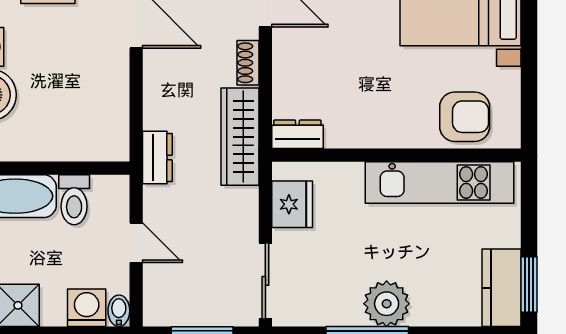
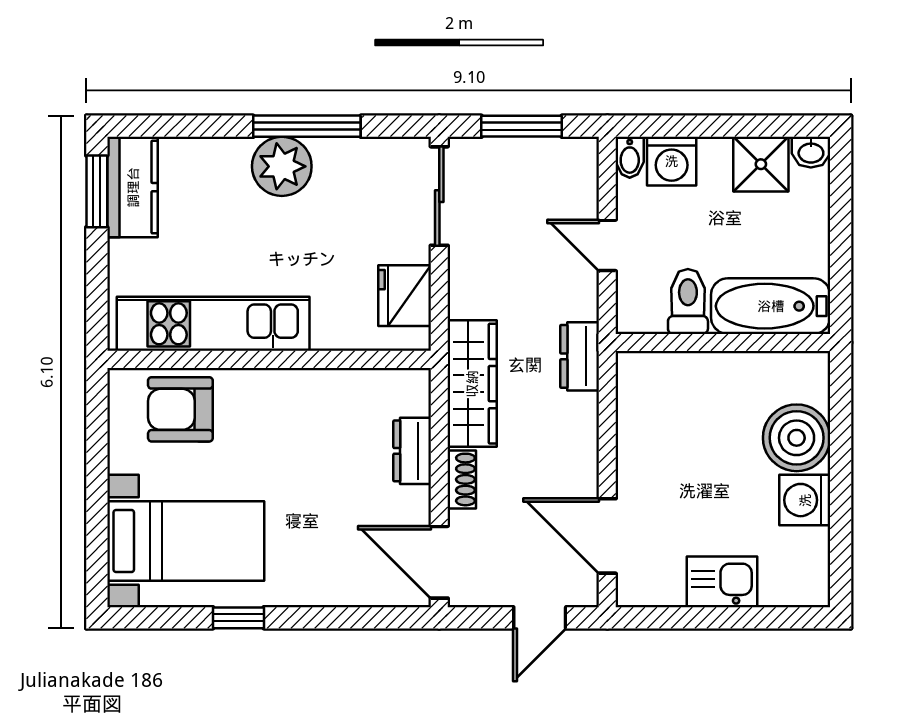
dresser: (297, 134) -> (412, 451), moved, turned 90

